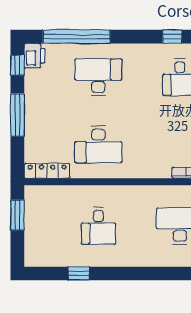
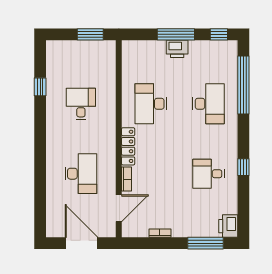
printer: (34, 56) -> (177, 49), moved
locker: (47, 171) -> (128, 146), moved
desk: (98, 226) -> (81, 104), turned 90

